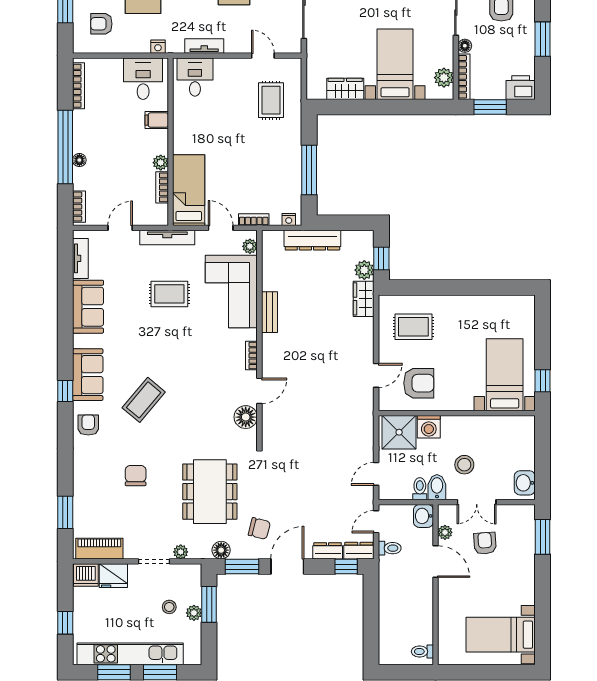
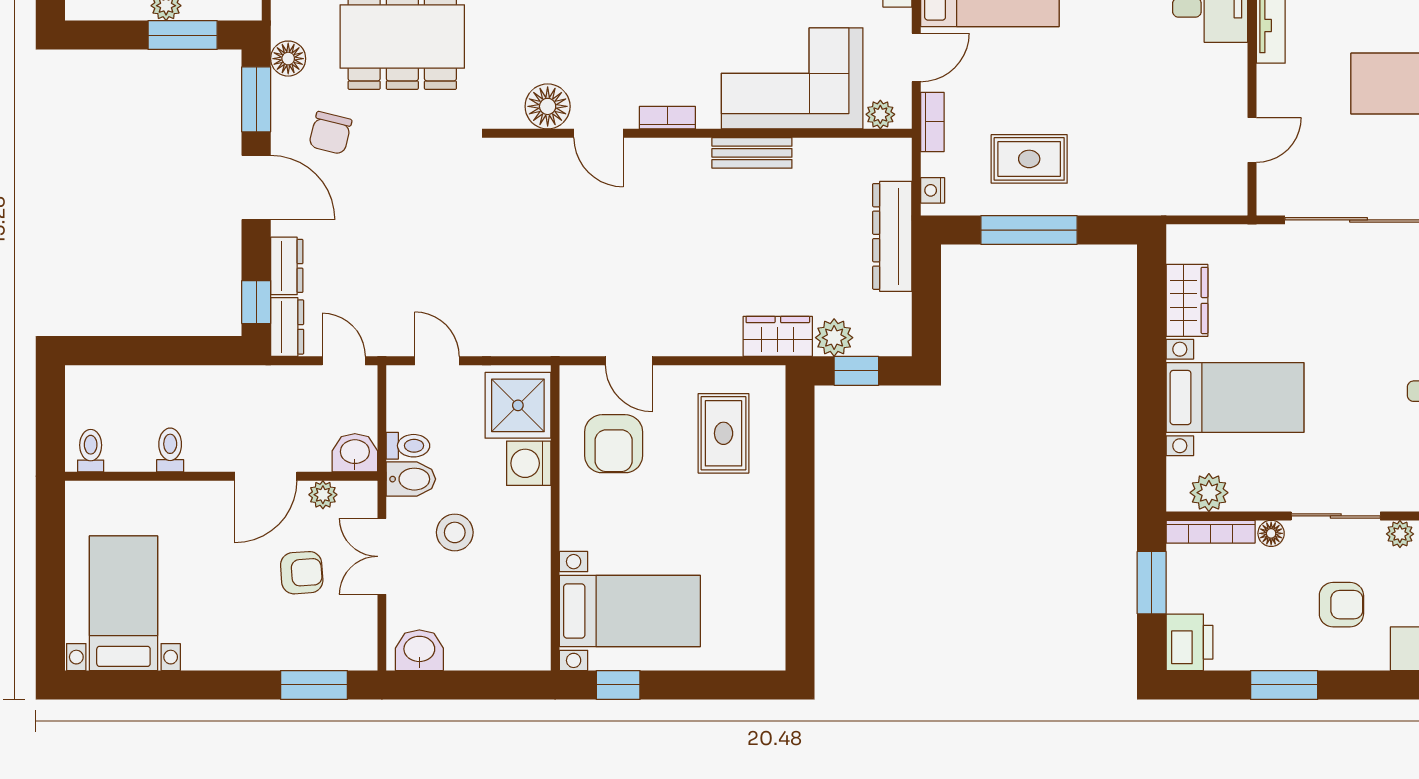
rug: (271, 100) -> (1029, 159), moved
toilet: (390, 548) -> (170, 450), moved, turned 180

